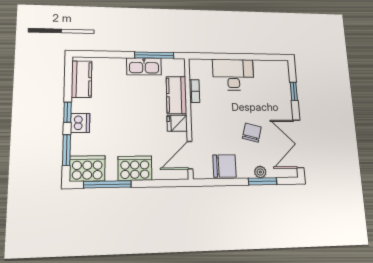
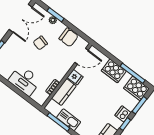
chair: (225, 166) -> (69, 37), turned 180

